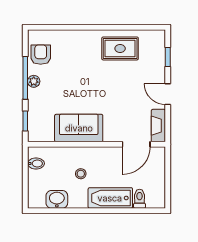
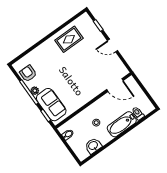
fireplace: (158, 126) -> (120, 66), removed
sofa: (79, 128) -> (51, 105), moved, turned 90
door: (136, 144) -> (115, 85), hinge flipped

